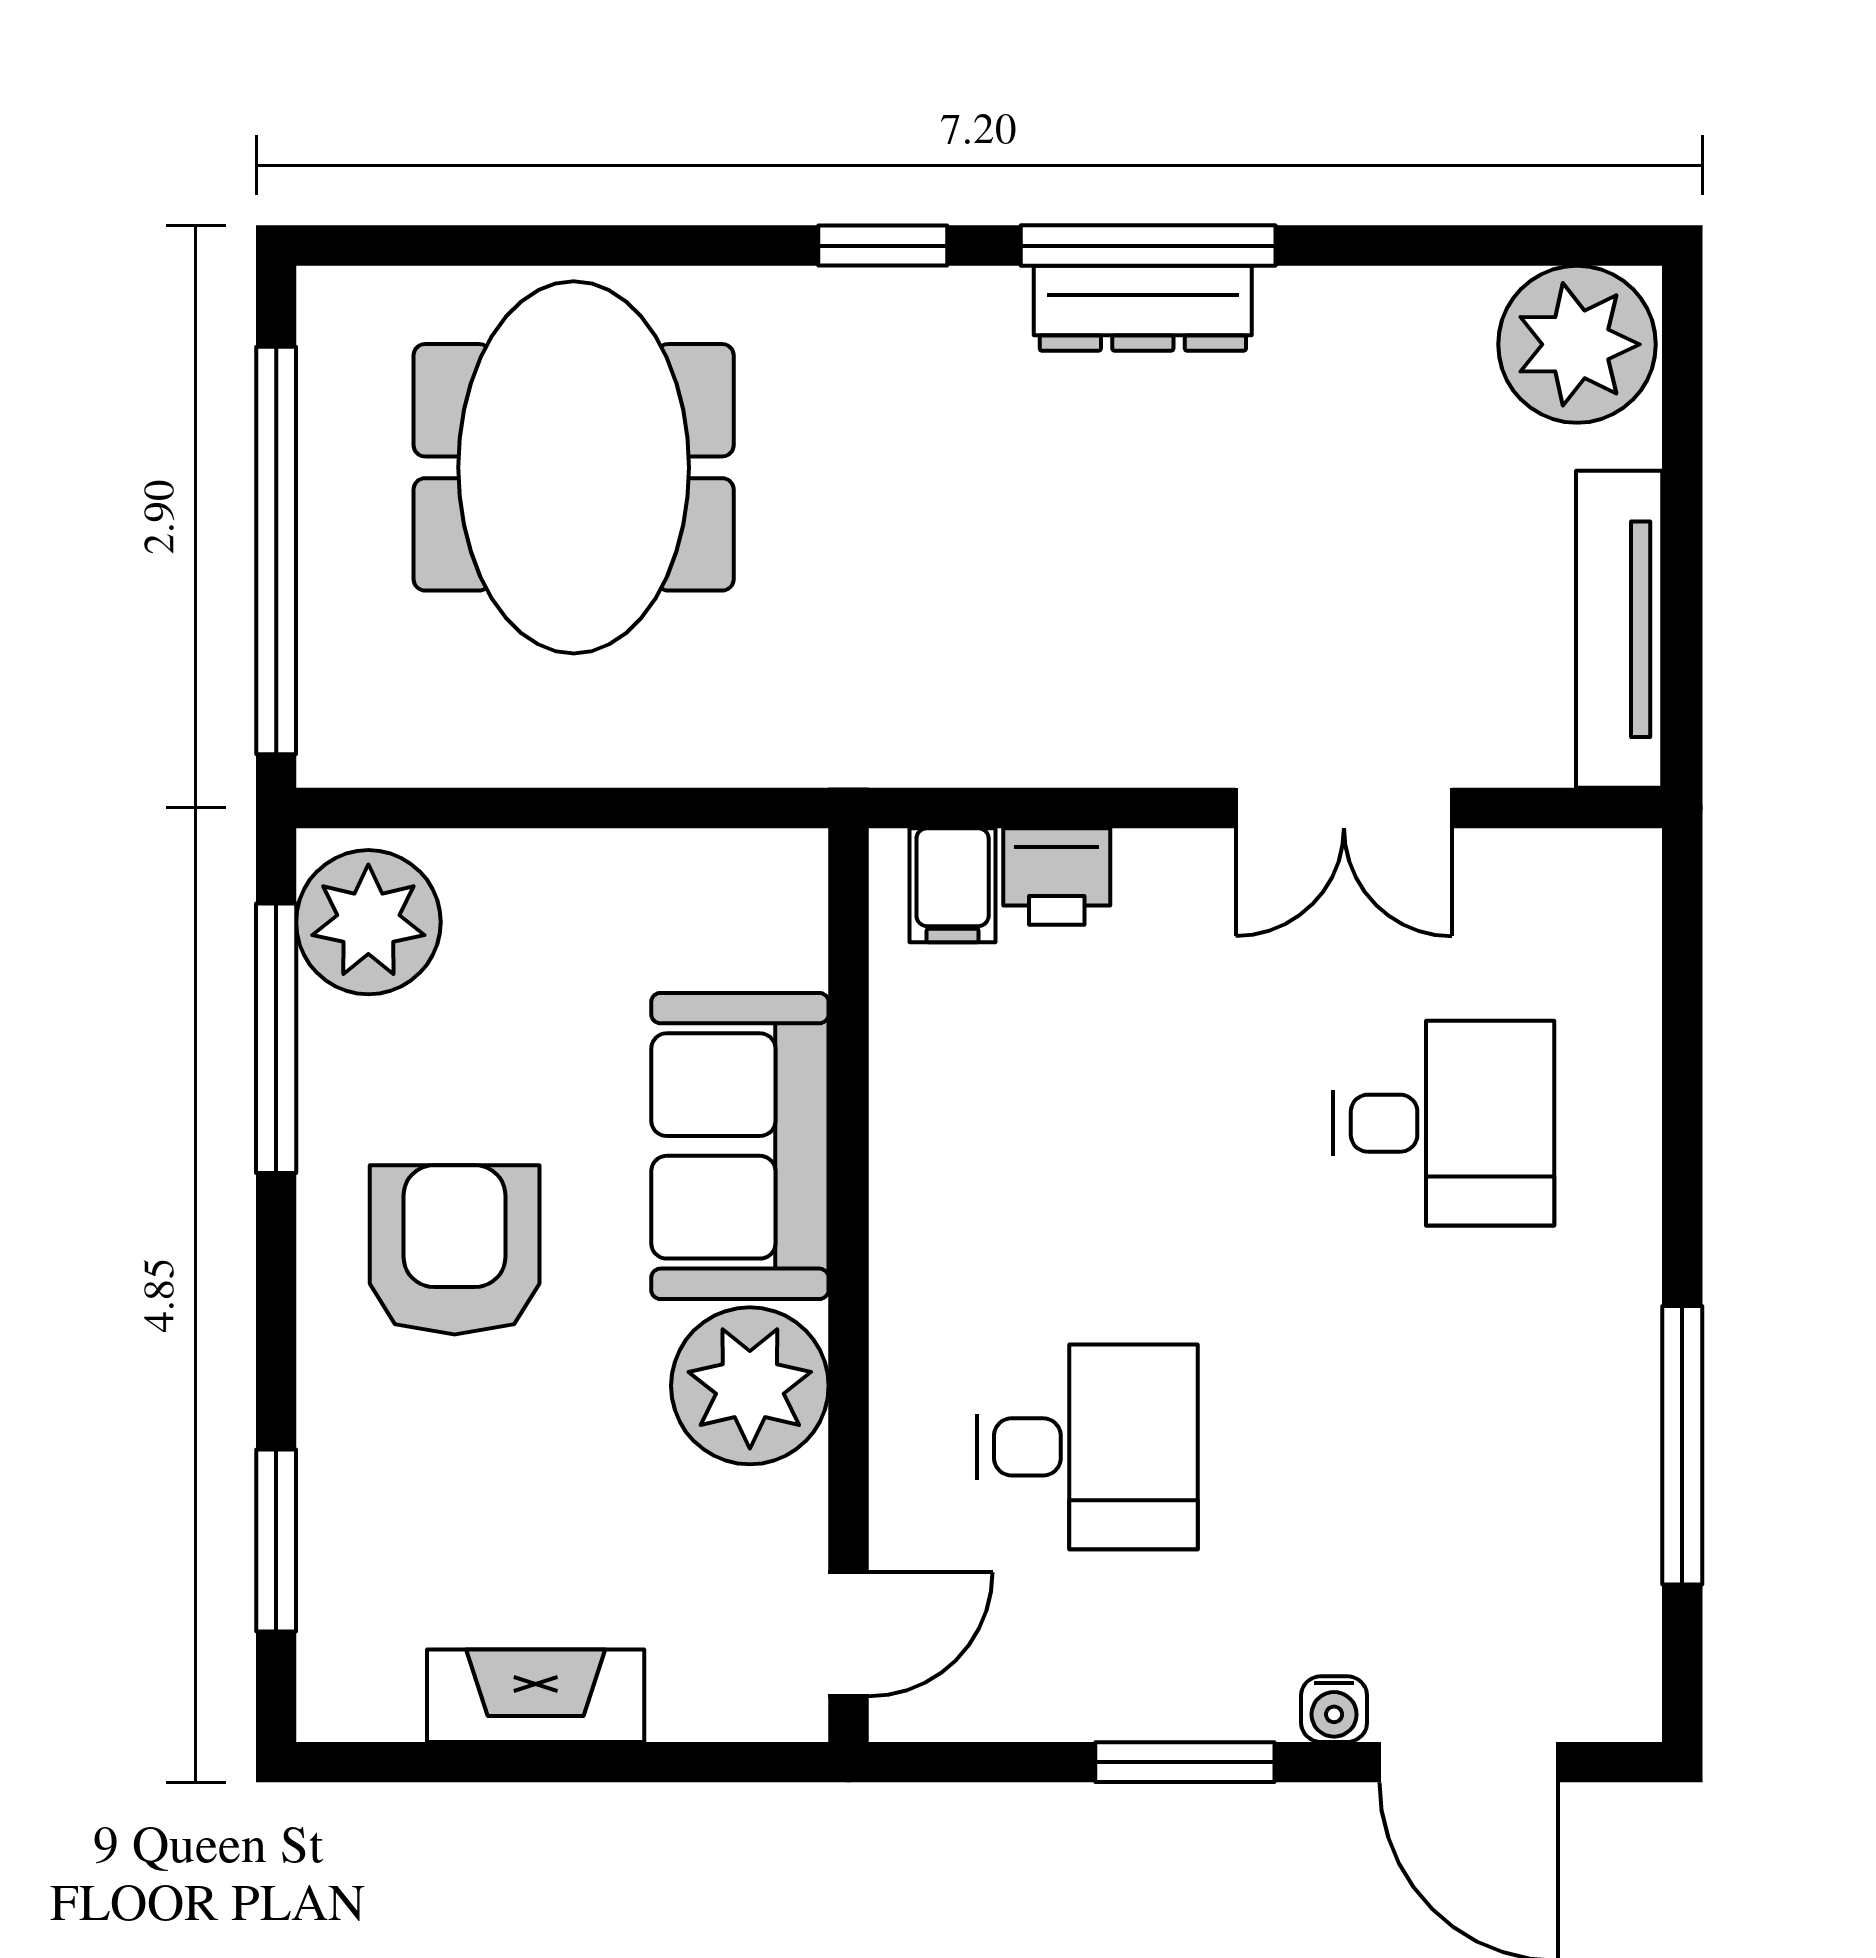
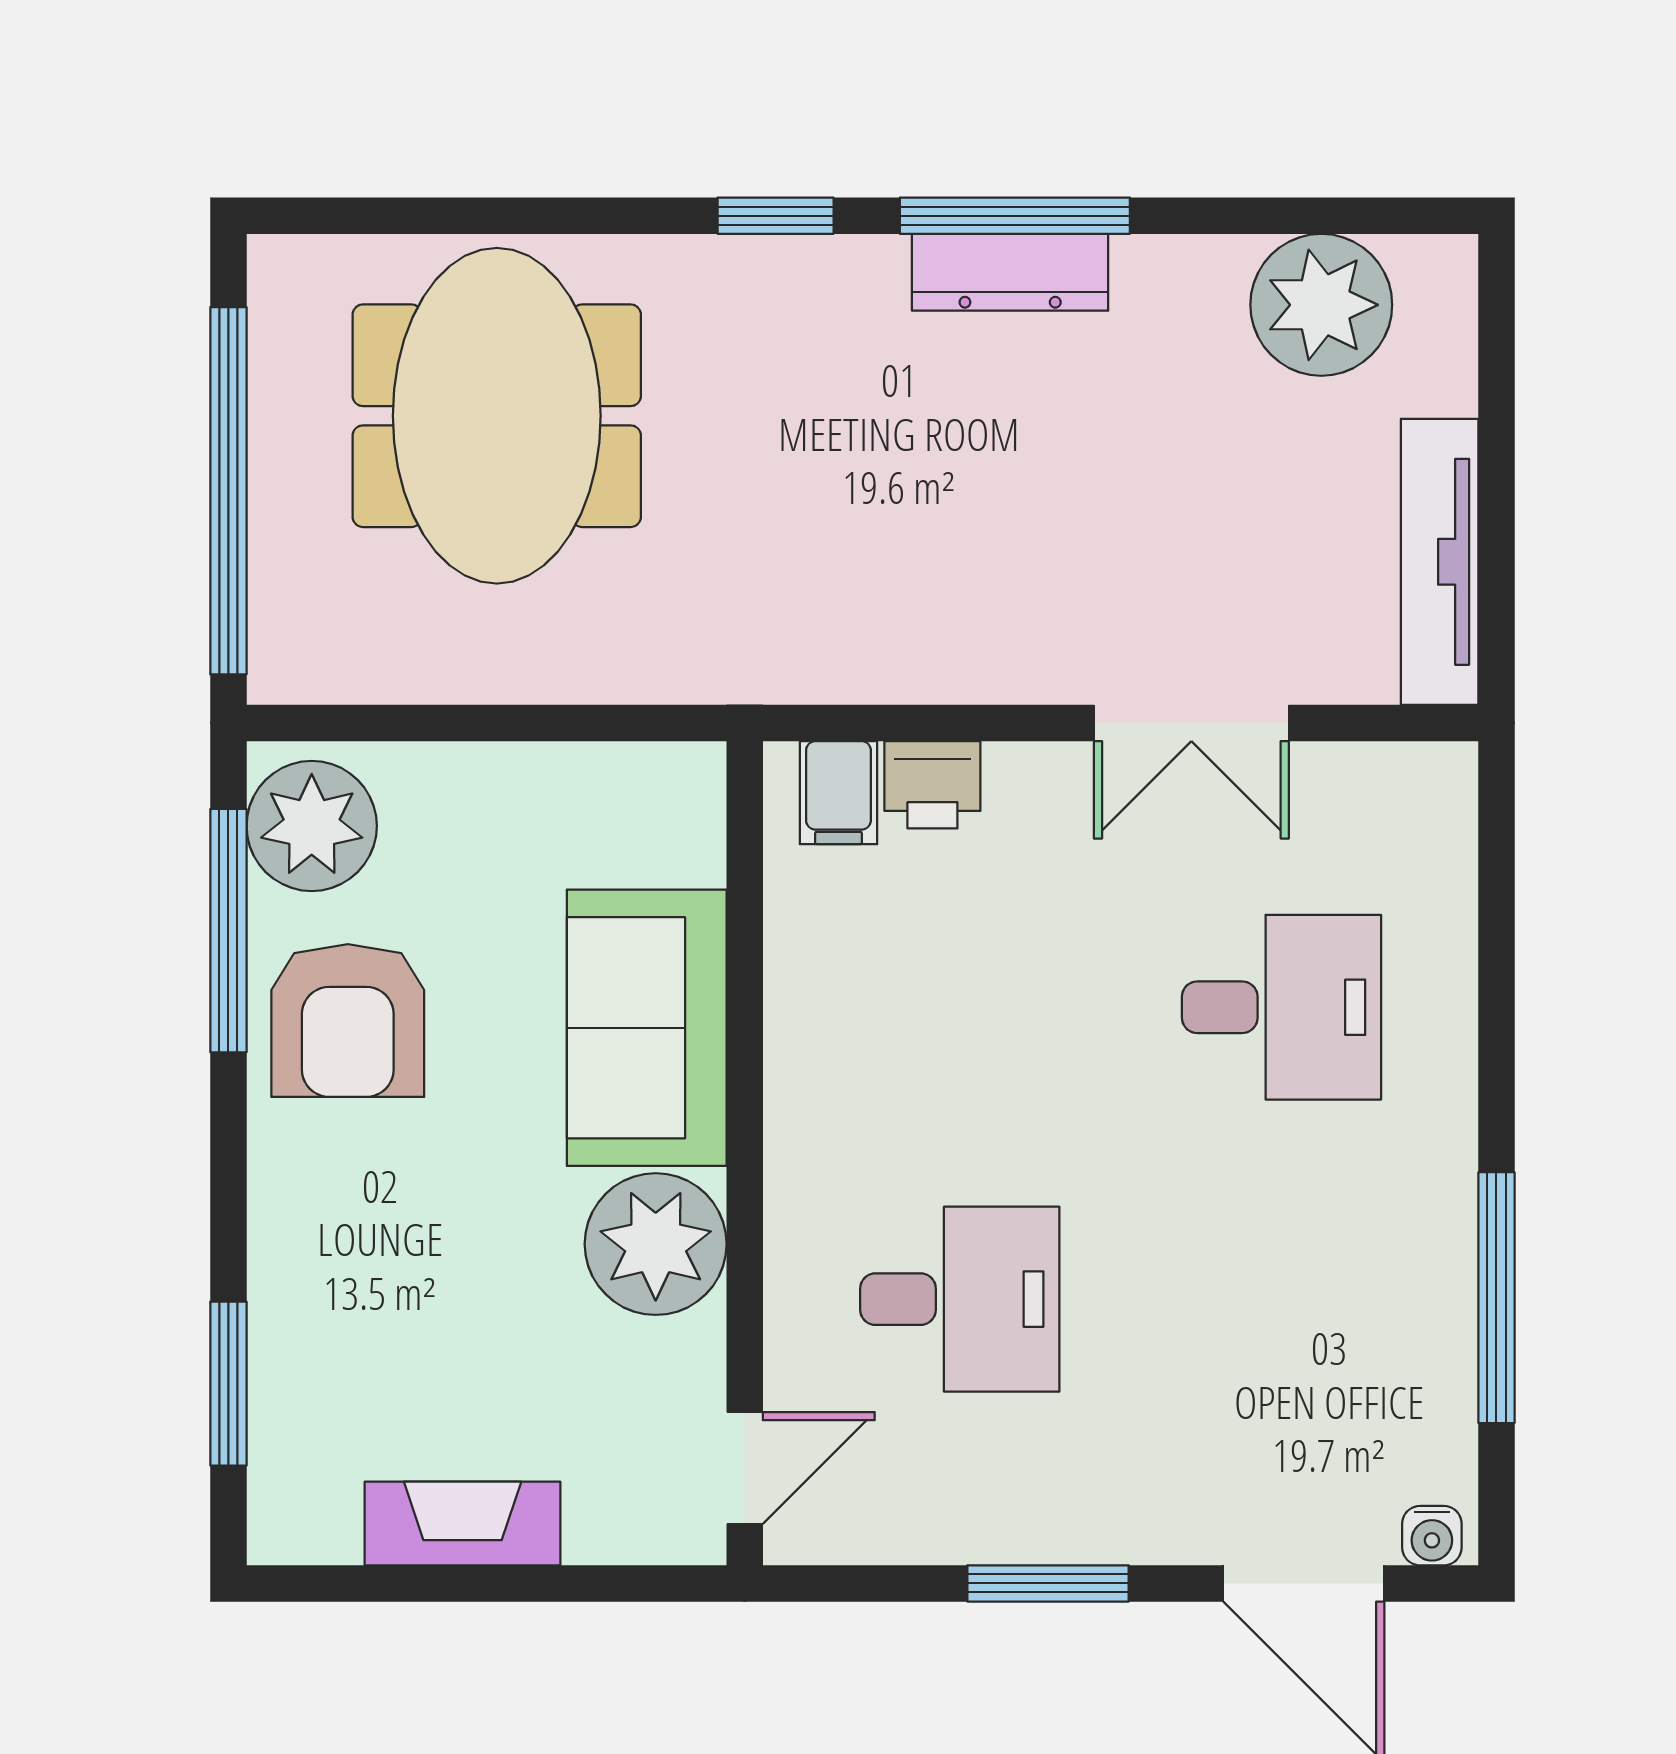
plant: (1577, 344) -> (1321, 305), moved
armchair: (455, 1250) -> (348, 1020), moved, turned 180
water cooler: (1334, 1709) -> (1432, 1536), moved

